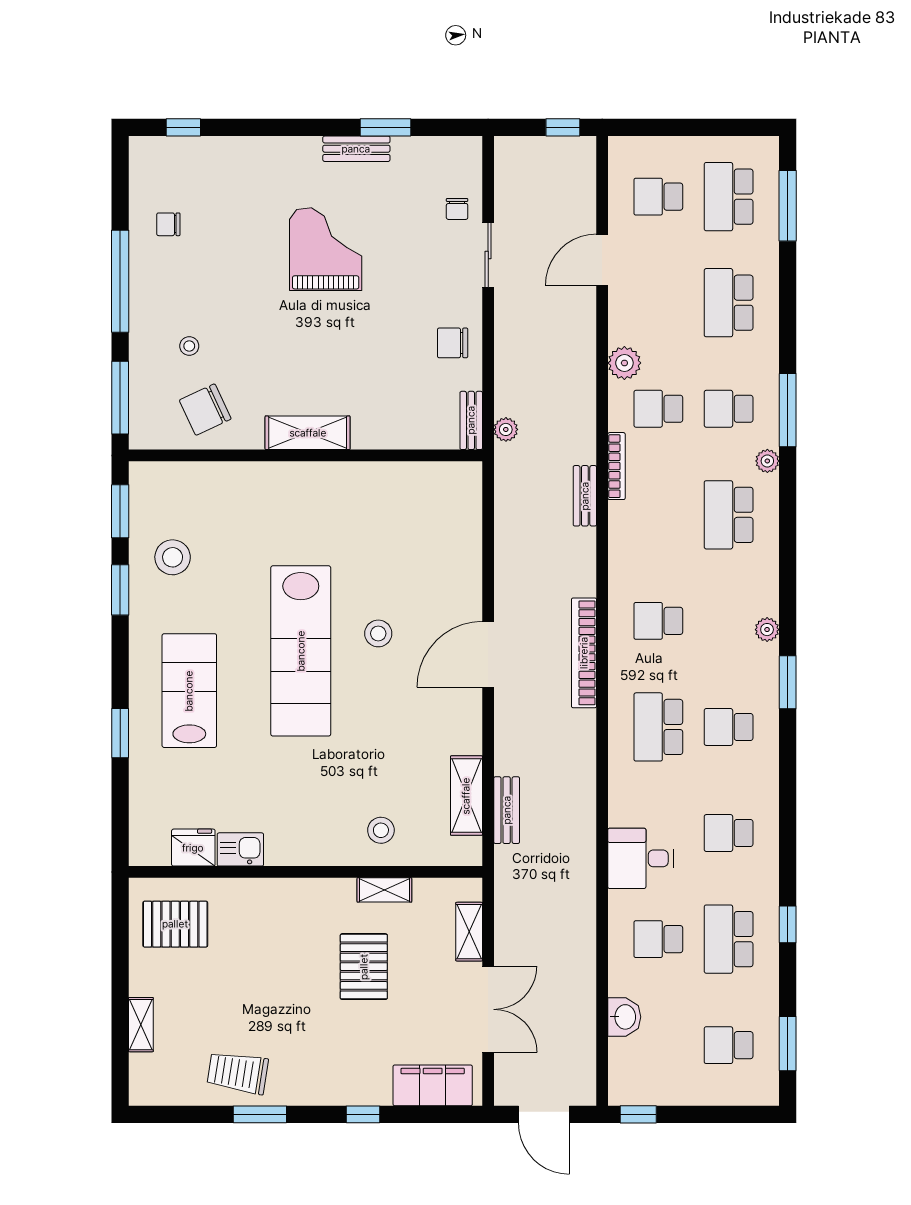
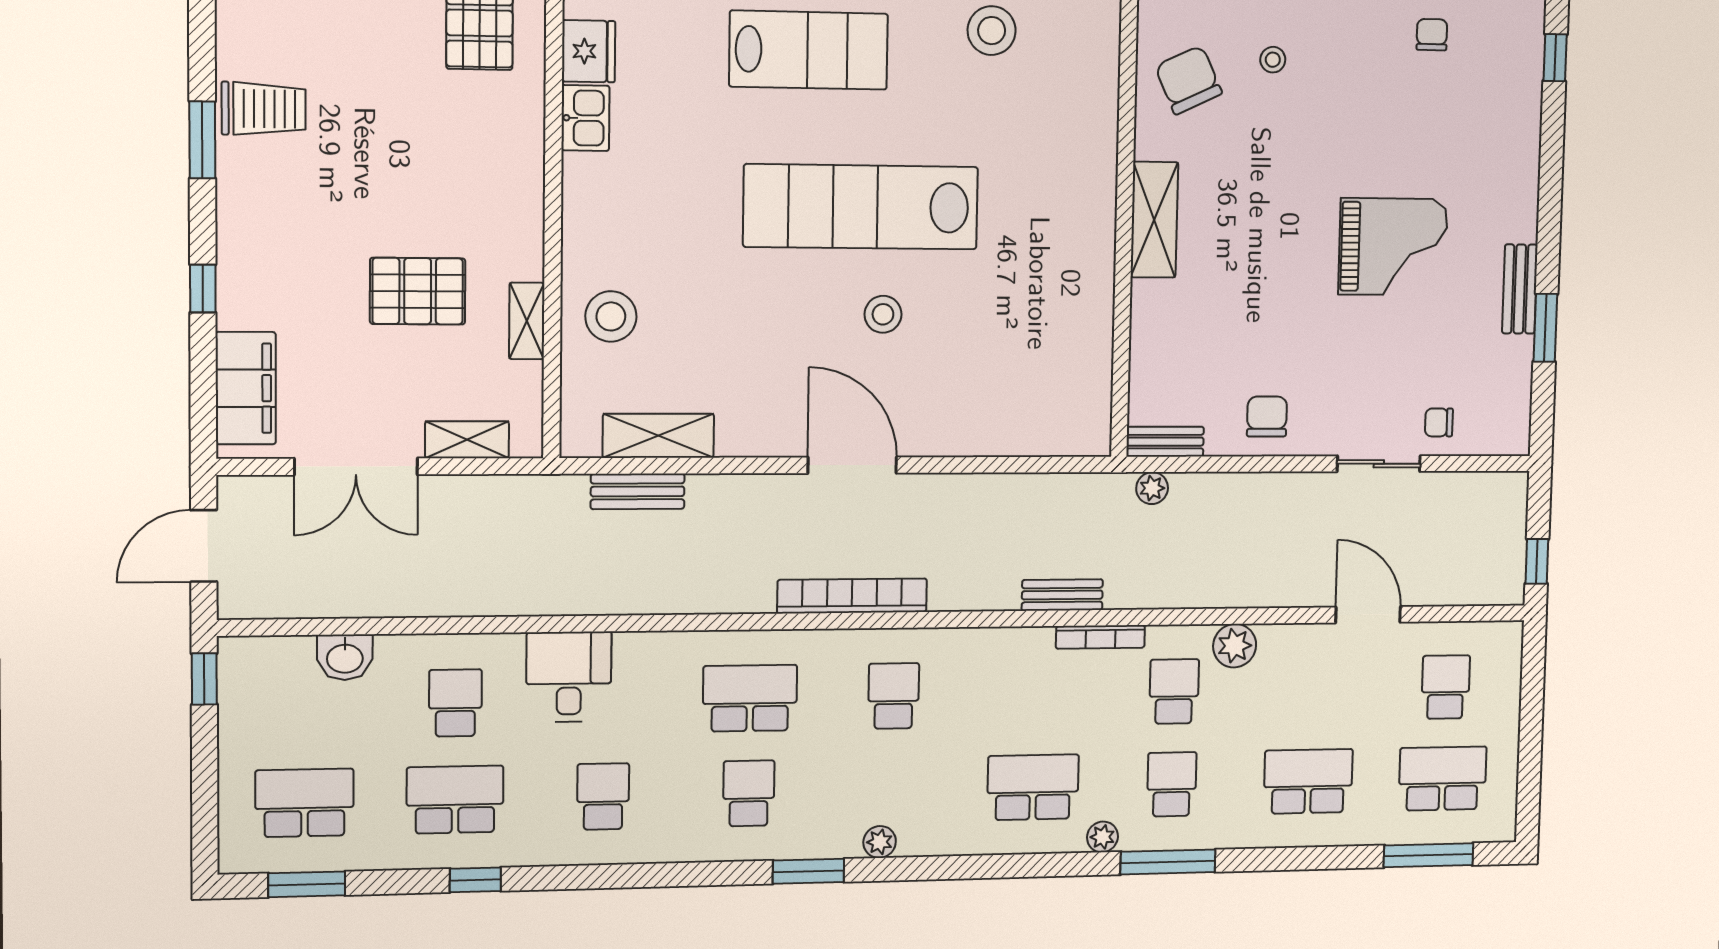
stool: (381, 830) -> (611, 316), width x1.38, depth x1.38
school desk: (729, 1045) -> (304, 803), width x1.85
trolley: (238, 1073) -> (264, 109), turned 81

